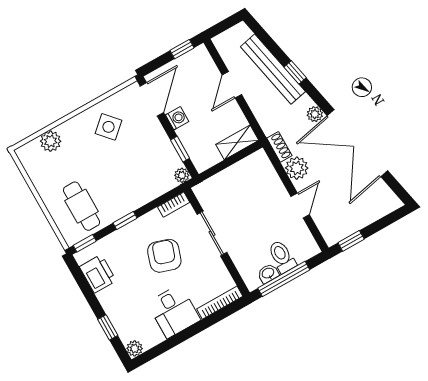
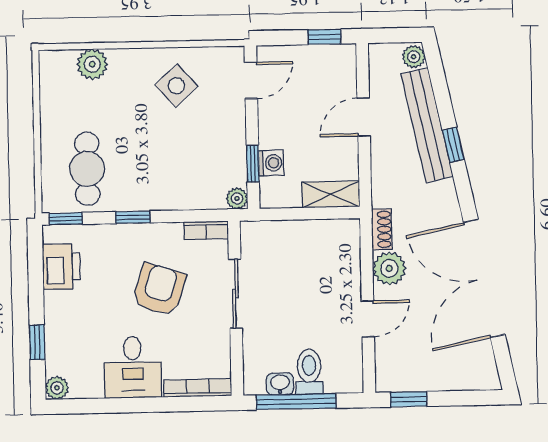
door: (152, 99) -> (251, 80), width x0.73
plant: (315, 114) -> (414, 57), moved
washing machine: (177, 118) -> (271, 163), moved

